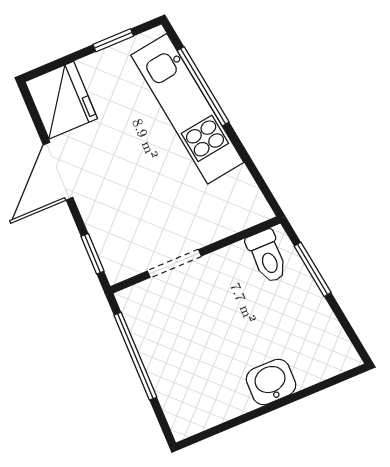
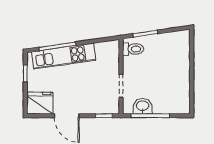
washbasin: (271, 382) -> (143, 106), moved, turned 90

